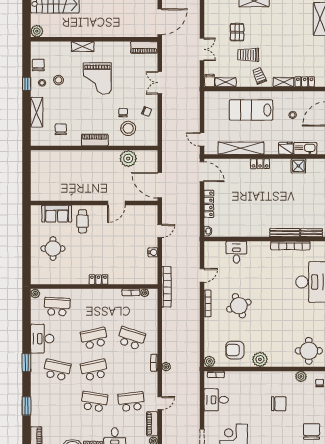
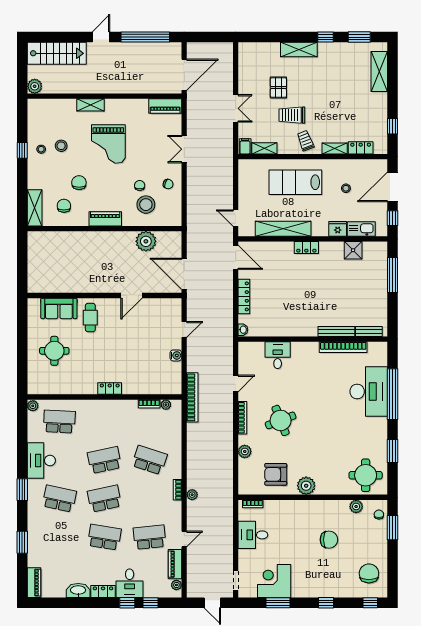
chair: (38, 65) -> (79, 183), moved
shelving: (37, 112) -> (35, 208), moved
plant: (209, 361) -> (245, 451), moved

